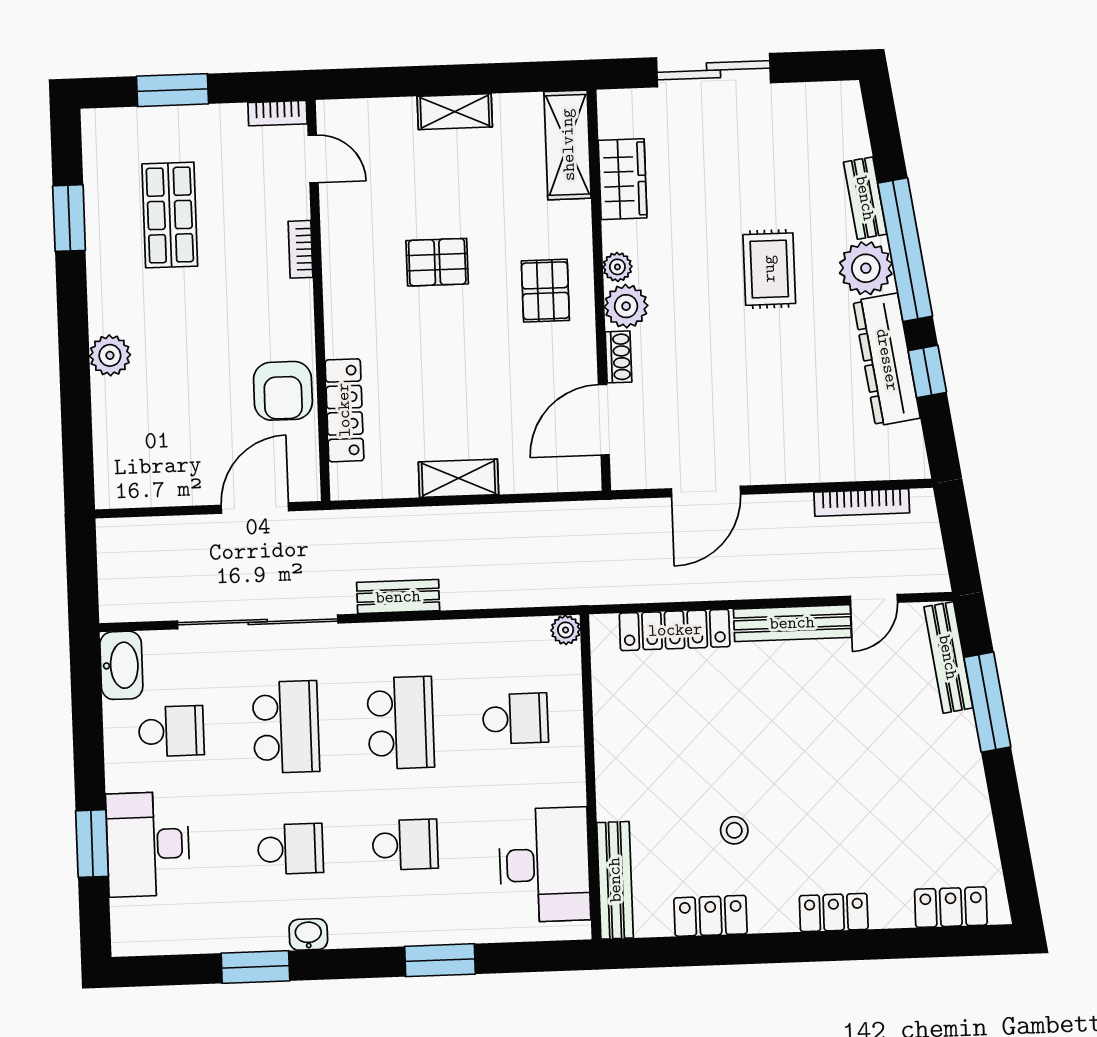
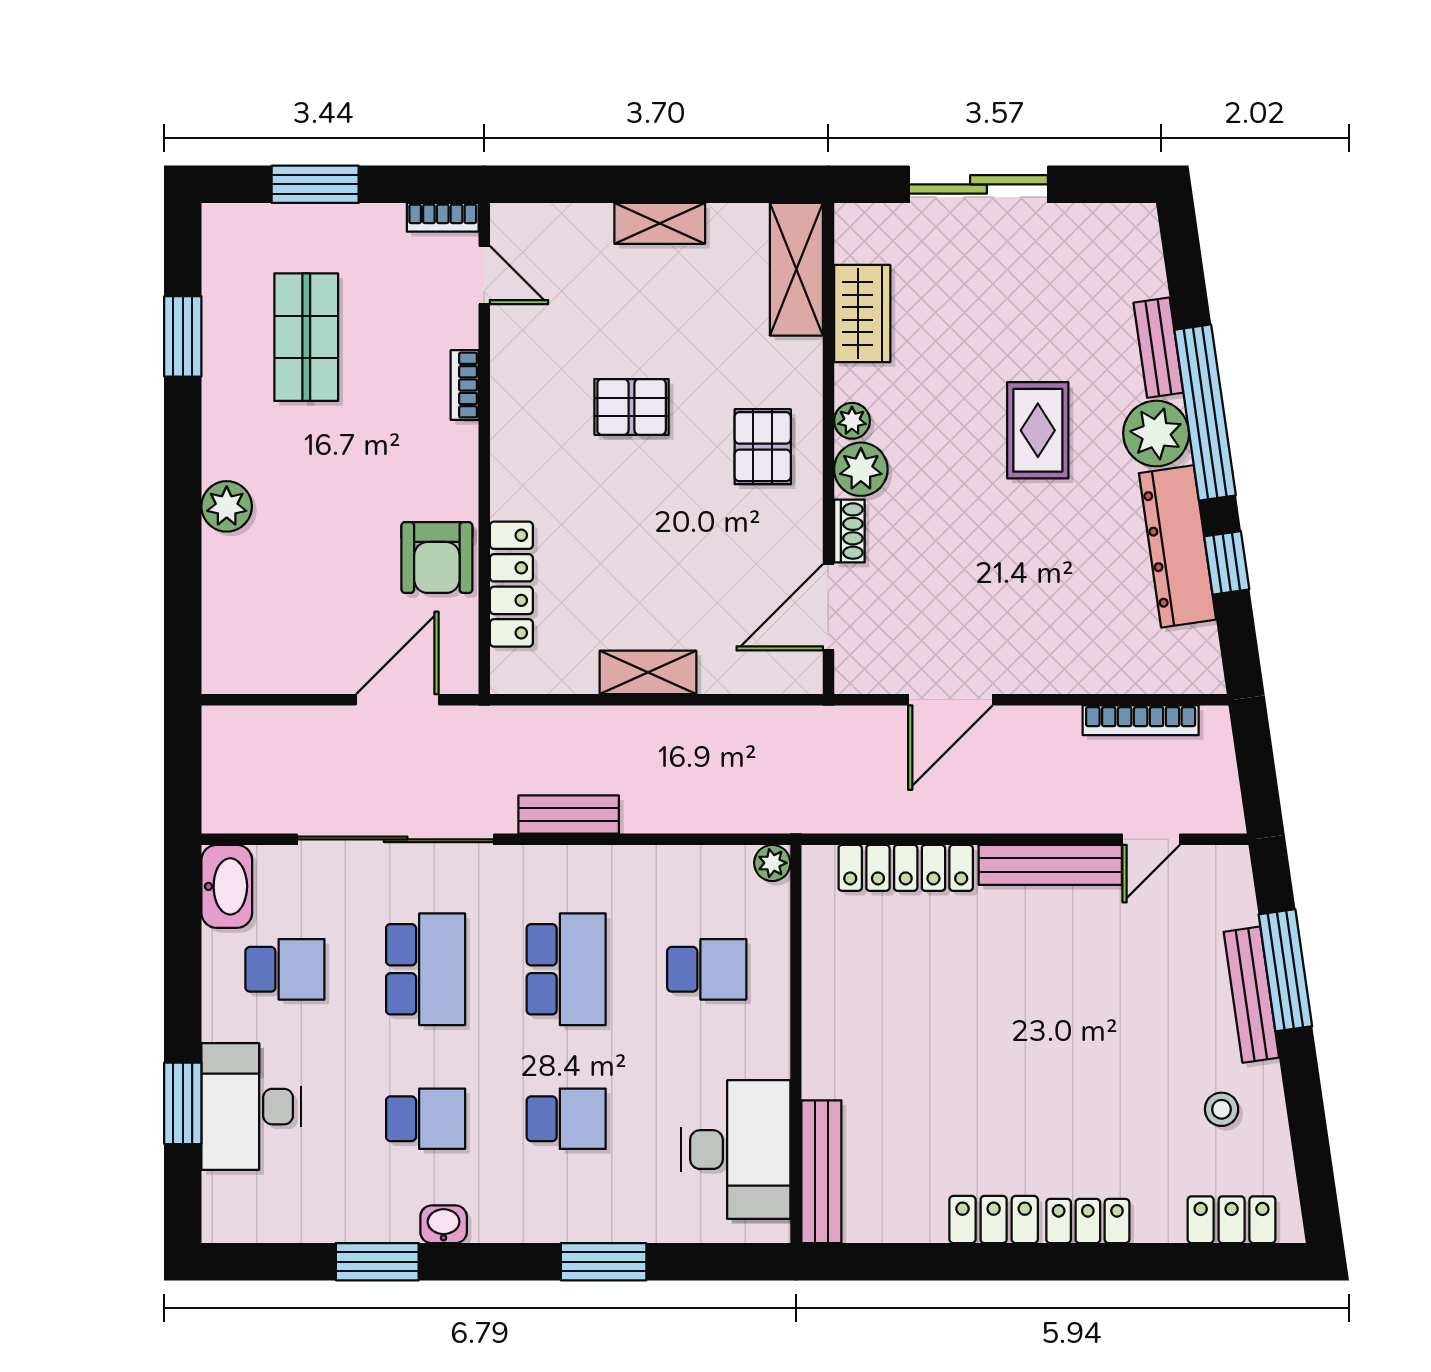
bench: (948, 657) -> (1251, 995), moved
stool: (734, 830) -> (1222, 1109), moved
locker: (711, 916) -> (994, 1220), moved

